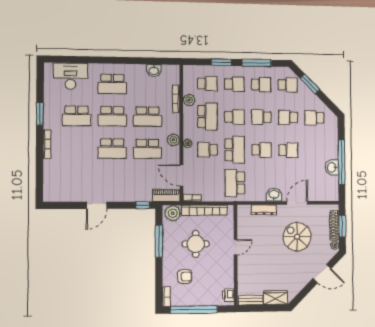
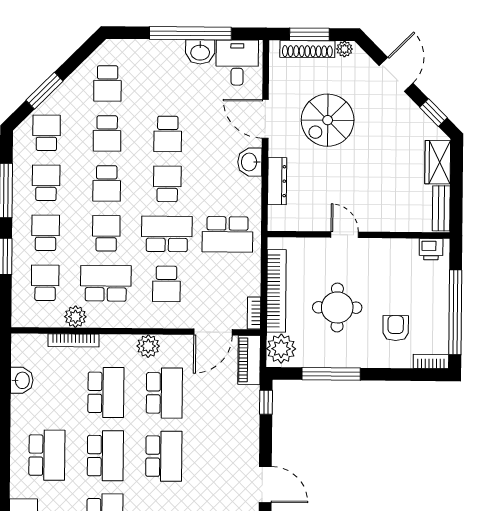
plant: (188, 143) -> (155, 320), removed
school desk: (288, 150) -> (168, 134), turned 180
desk: (327, 187) -> (237, 63), added
window: (302, 295) -> (434, 113), added

